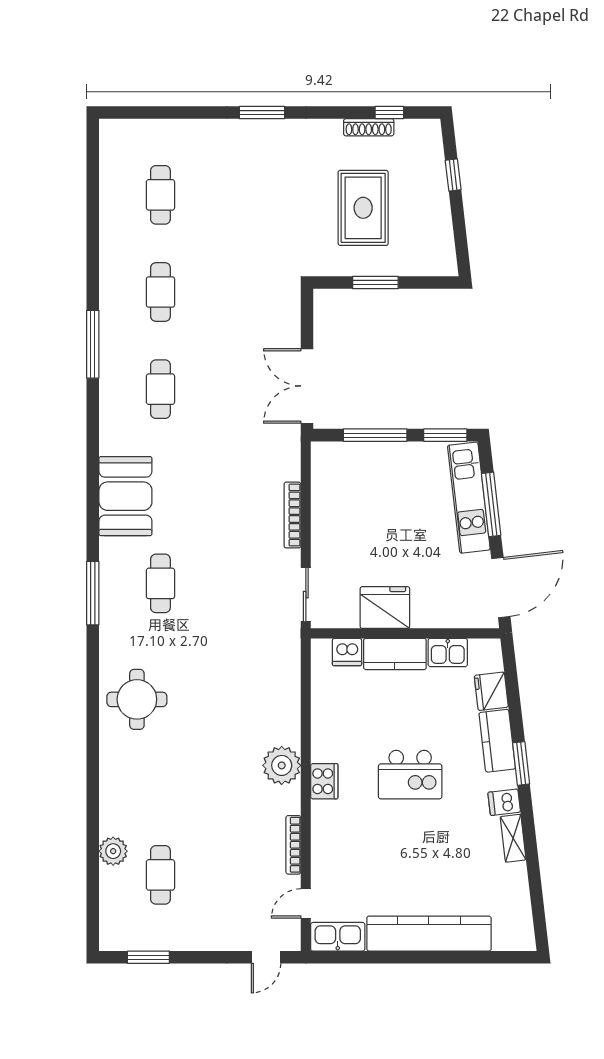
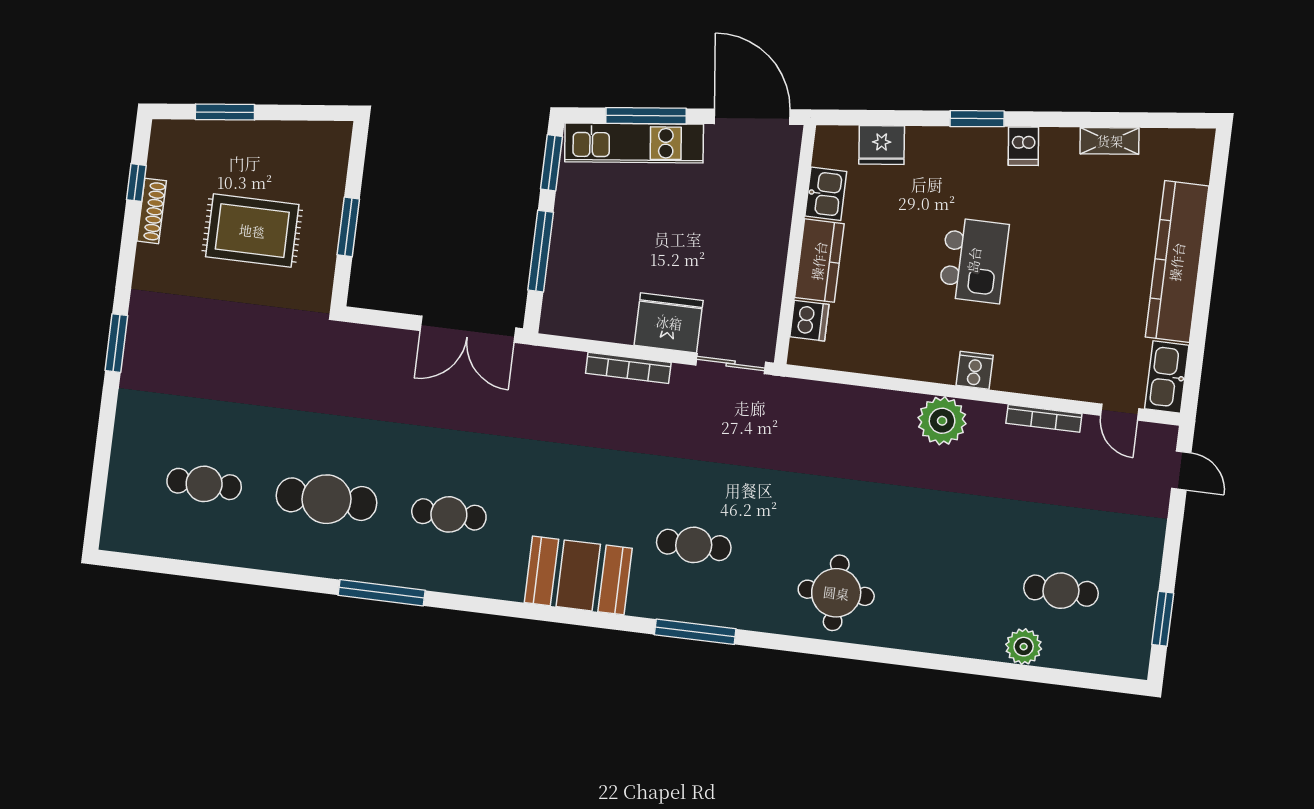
window: (453, 175) -> (225, 112), width x1.50
cafe table: (160, 292) -> (327, 499), width x1.37, depth x1.35
fridge: (385, 608) -> (669, 323), moved, turned 90
kitchen counter: (497, 741) -> (945, 145), removed
cooker: (324, 781) -> (975, 370), width x0.73
shelving: (513, 838) -> (1110, 141), moved

